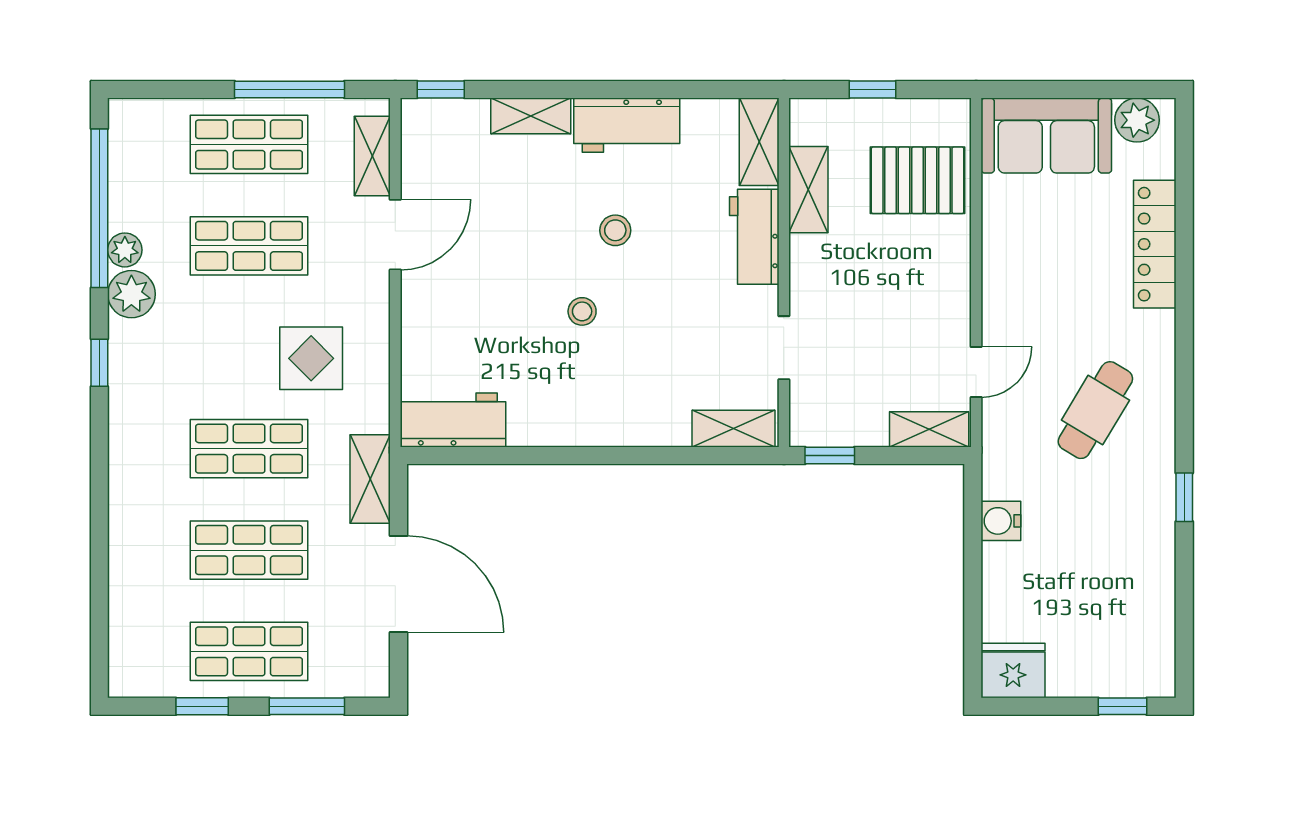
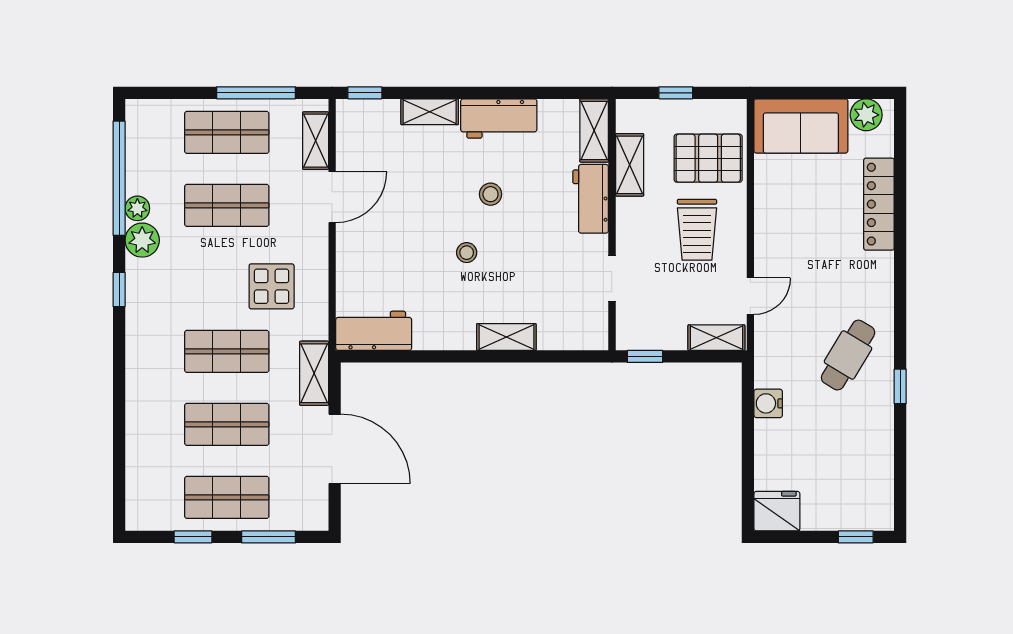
trolley: (902, 280) -> (697, 230), added
cafe table: (1095, 410) -> (848, 355), moved
shelving: (734, 429) -> (506, 337), moved

